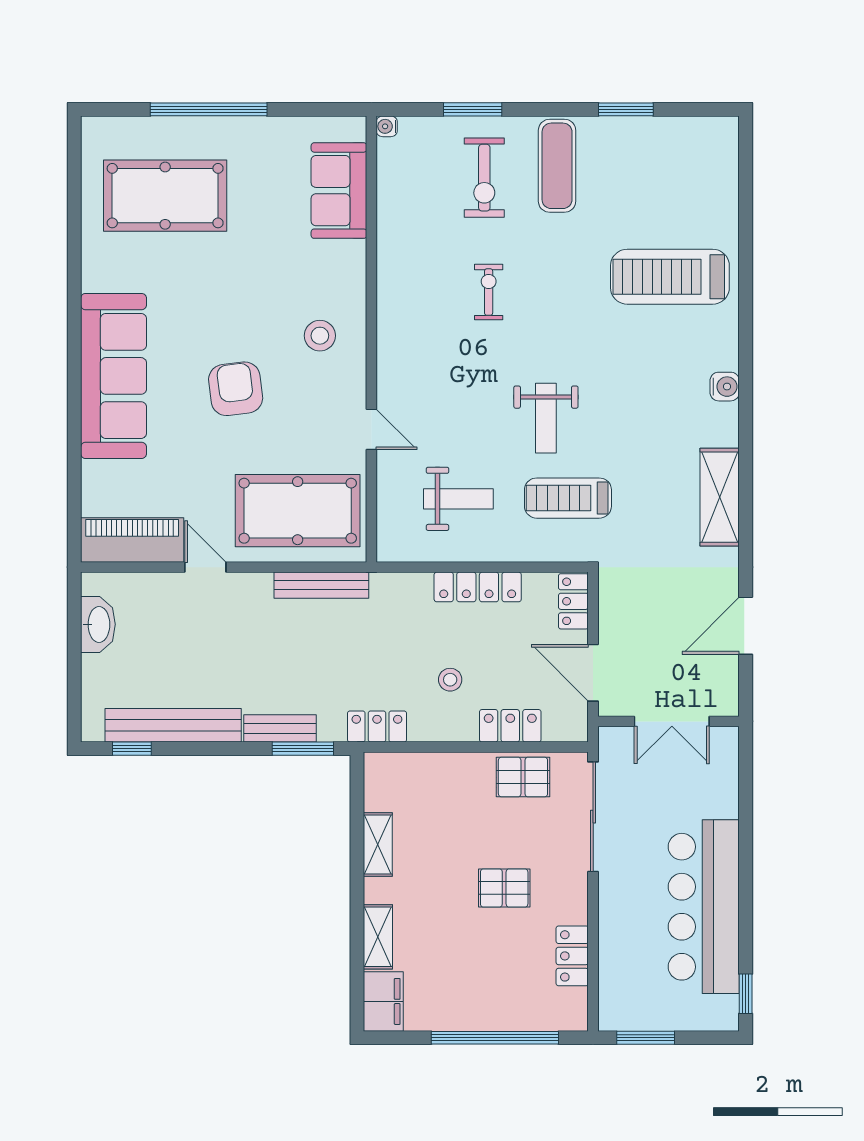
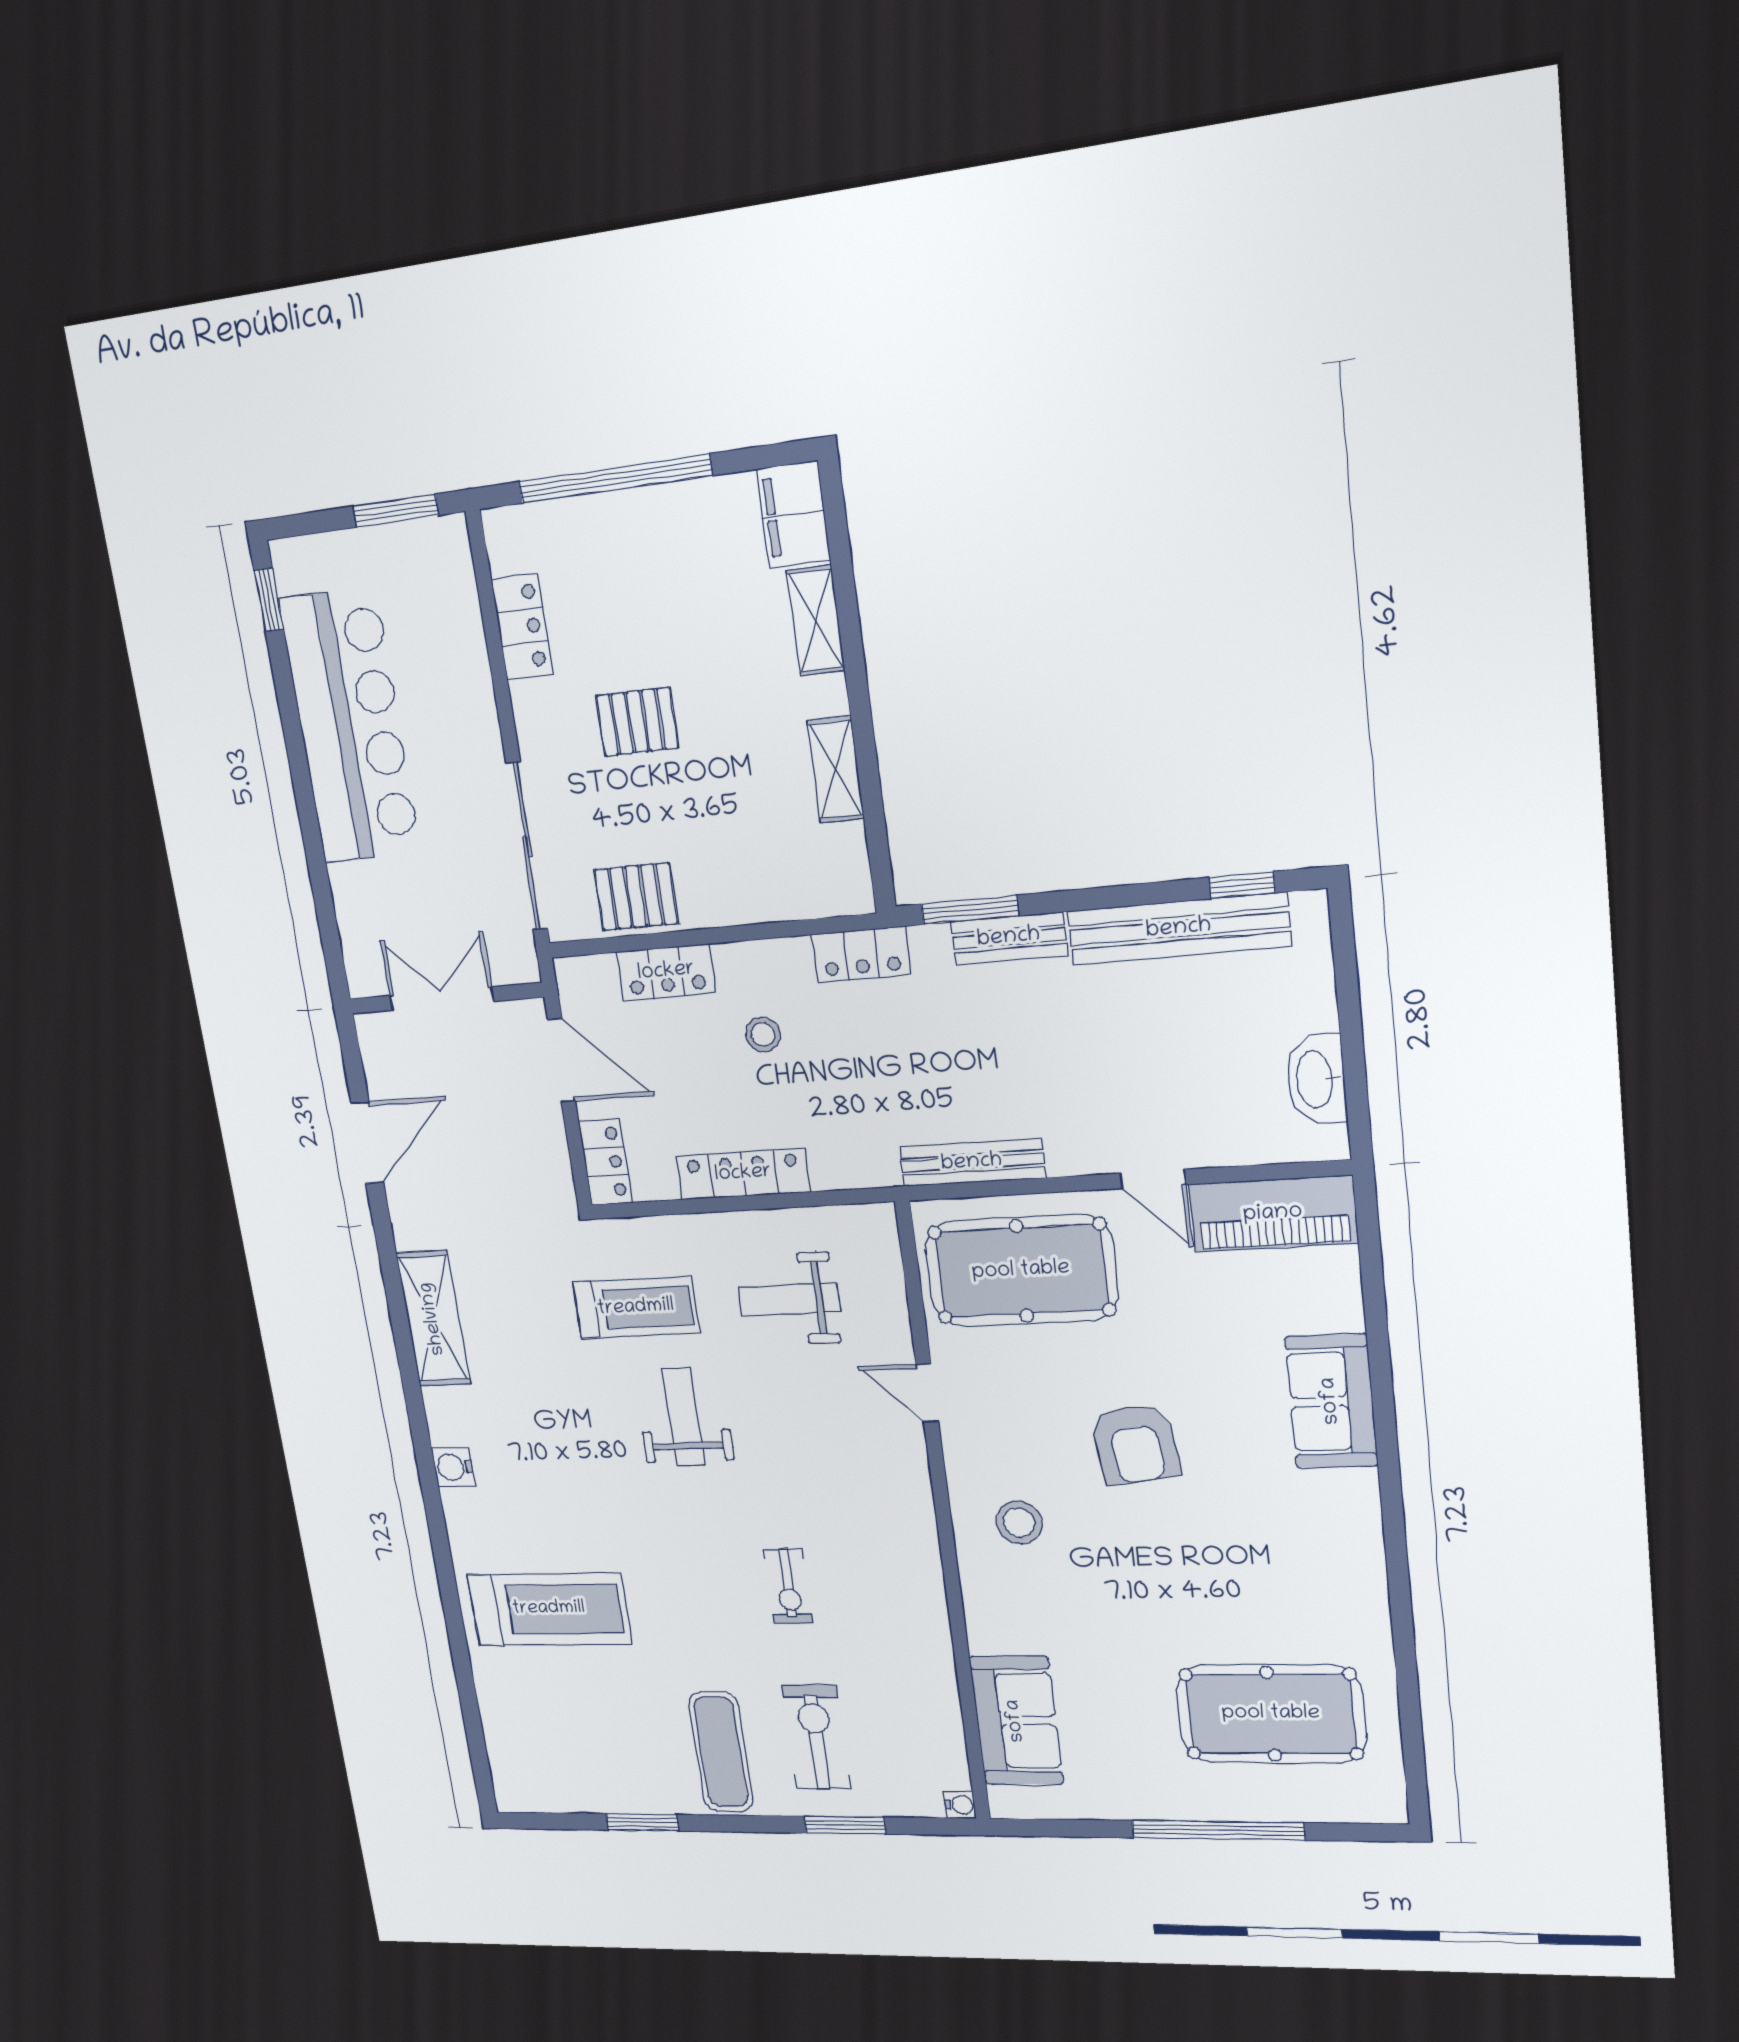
sofa: (114, 376) -> (1331, 1401), width x0.54, depth x0.79

